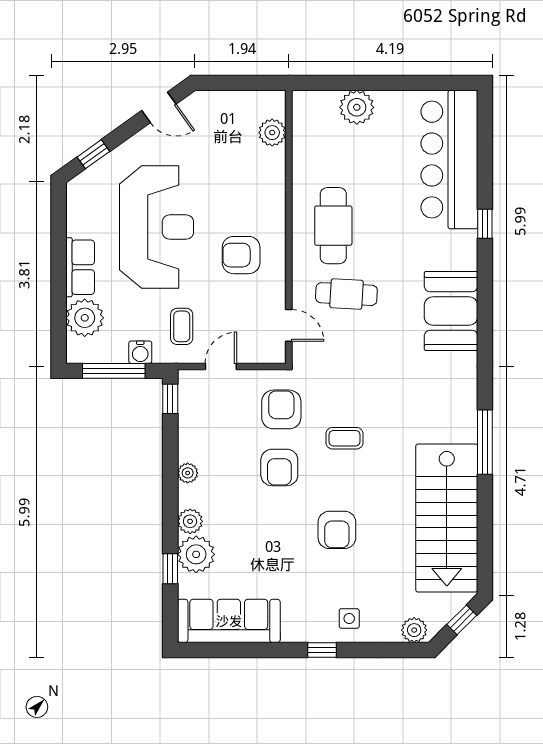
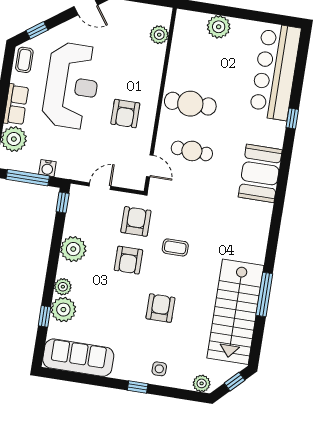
cafe table: (333, 226) -> (190, 104), turned 90
armchair: (241, 255) -> (125, 114), turned -90
coffee table: (182, 326) -> (24, 60), moved
window: (485, 442) -> (264, 294), moved
plant: (188, 473) -> (73, 249), width x1.88, depth x1.88
armchair: (337, 530) -> (160, 308), turned 180

